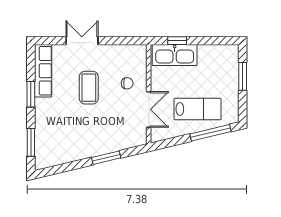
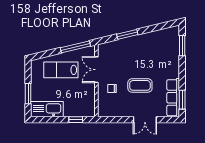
kitchen sink: (175, 55) -> (47, 109), moved
coffee table: (89, 88) -> (140, 85), turned 90
window: (31, 94) -> (182, 100), moved
window: (211, 133) -> (75, 47), moved

